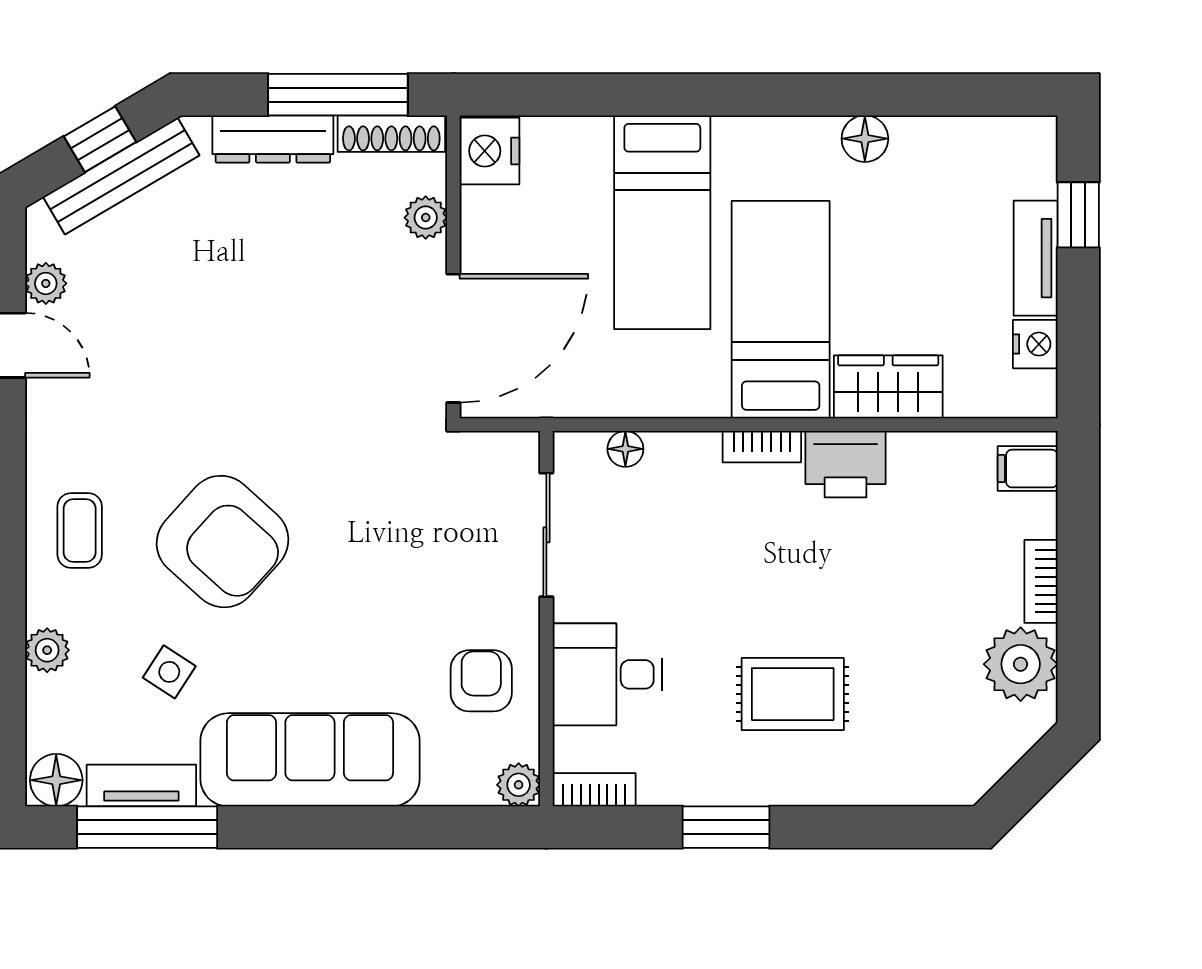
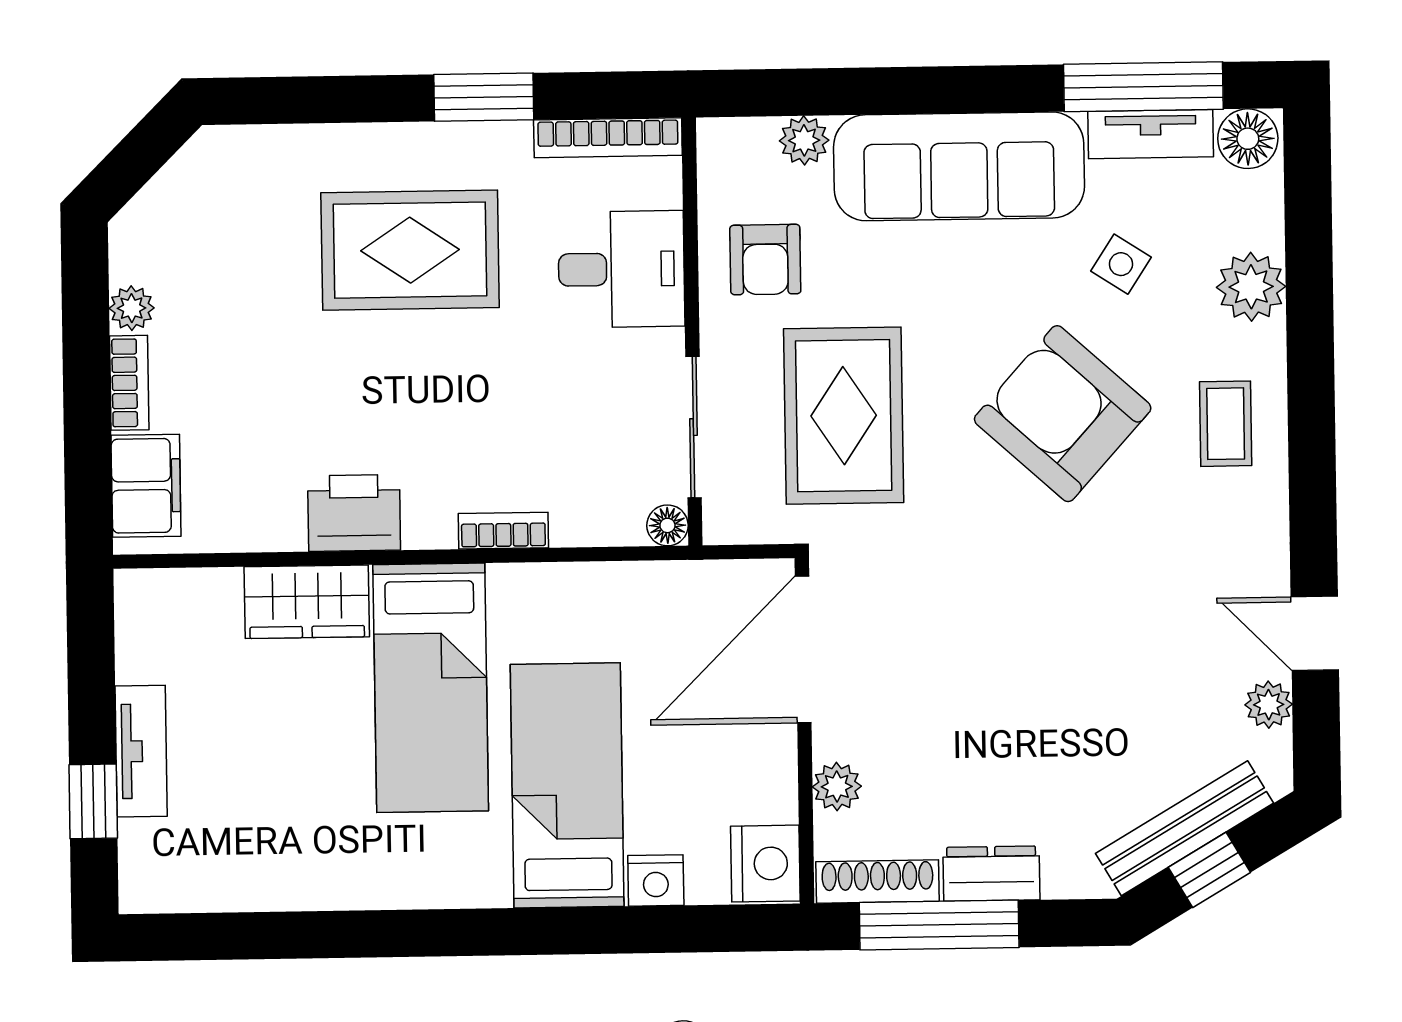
dresser: (273, 139) -> (991, 874), width x0.70
floor lamp: (865, 139) -> (338, 884), removed
nightstand: (1035, 344) -> (656, 880), moved, turned -90
bookcase: (762, 447) -> (503, 531), moved
floor lamp: (625, 449) -> (667, 525), moved
filing cabinet: (1028, 469) -> (146, 486), width x2.00
rug: (415, 543) -> (844, 416), added
plant: (47, 650) -> (1251, 287), width x1.38, depth x1.38
plant: (1021, 664) -> (132, 308), width x0.53, depth x0.53
rug: (793, 694) -> (410, 250), width x1.36, depth x1.43
plant: (519, 785) -> (804, 140), moved
bookcase: (594, 790) -> (608, 138), width x1.56

